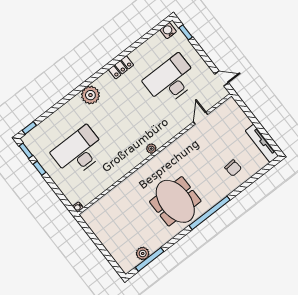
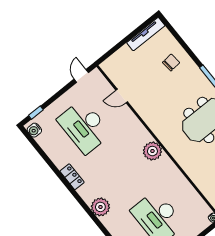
plant: (151, 149) -> (152, 151), width x1.87, depth x1.87

